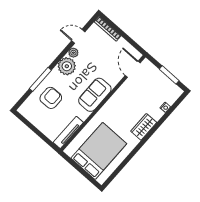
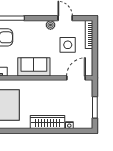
side table: (101, 53) -> (68, 45), added
plant: (67, 66) -> (37, 29), removed
wardrobe: (144, 127) -> (47, 122), width x1.50

